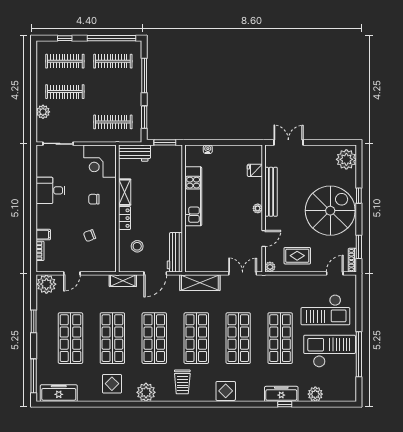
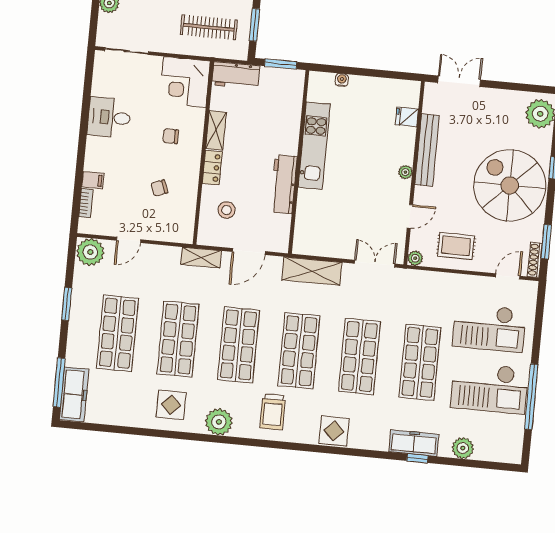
spiral stairs: (330, 211) -> (510, 185), turned -90
workbench: (175, 252) -> (284, 184), moved
checkout: (330, 351) -> (489, 388), turned 180
freezer: (59, 393) -> (74, 394), moved, turned 90

